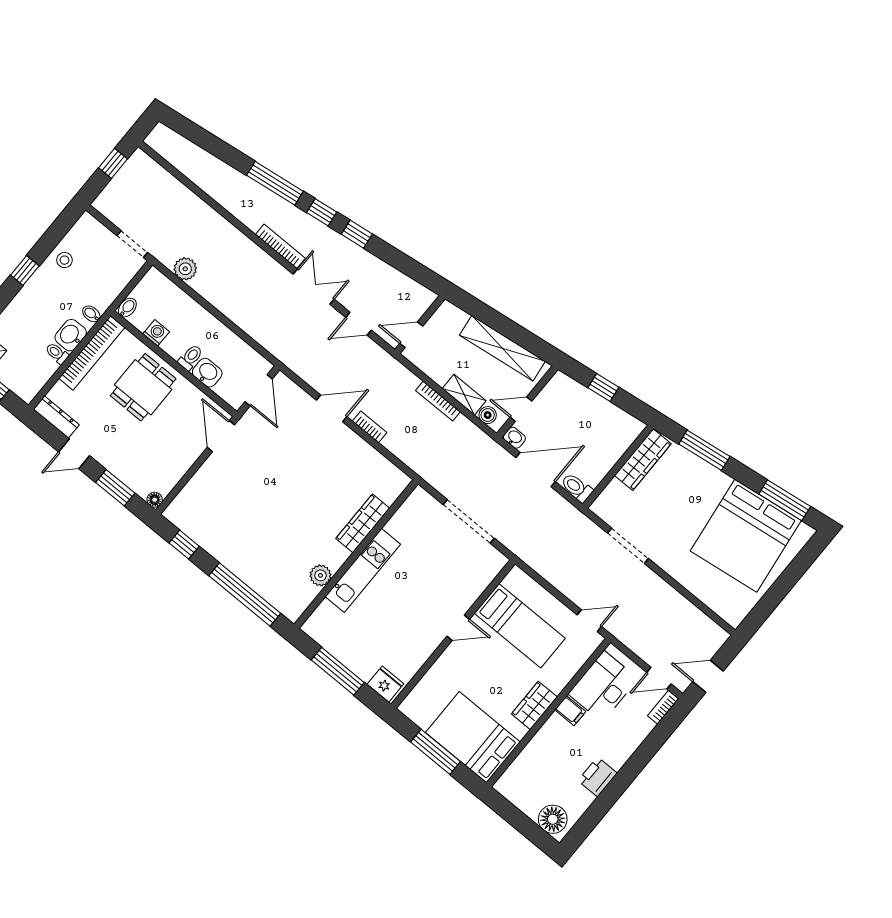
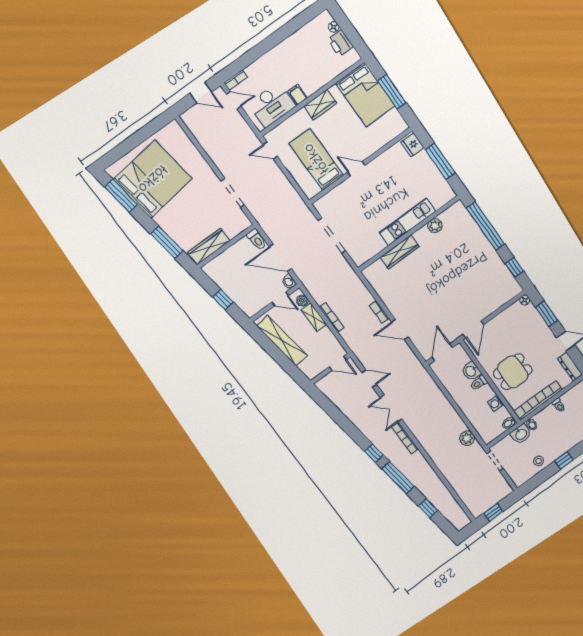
window: (357, 234) -> (428, 508), moved
washbasin: (71, 335) -> (521, 434), moved
printer: (598, 777) -> (341, 43), moved, turned 90
floor lamp: (553, 819) -> (334, 27), width x0.53, depth x0.53

